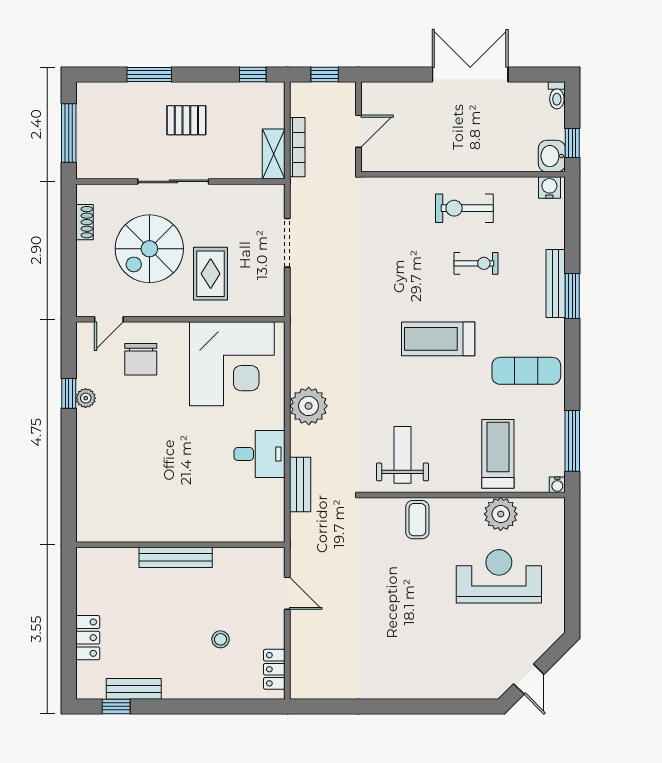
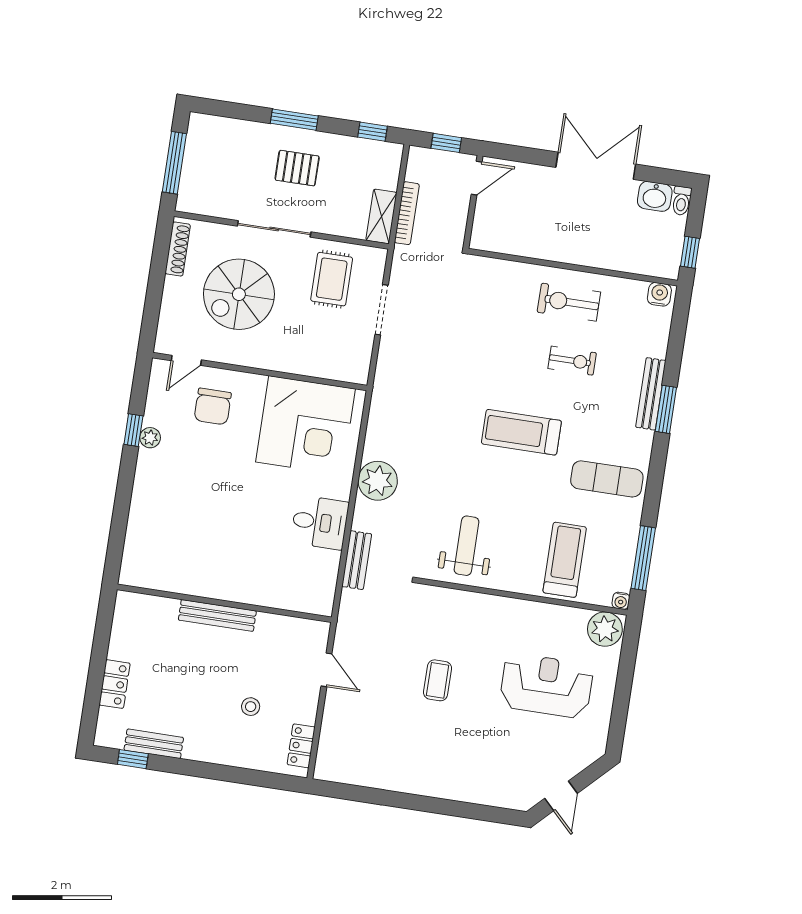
window: (149, 75) -> (294, 120), moved
door: (359, 131) -> (477, 178), moved
washbasin: (552, 156) -> (655, 196), moved, turned -90
shoe rack: (85, 222) -> (178, 249), width x1.43
rug: (211, 274) -> (332, 279), moved
plant: (501, 514) -> (605, 629), moved
coffee table: (417, 520) -> (438, 680), moved

